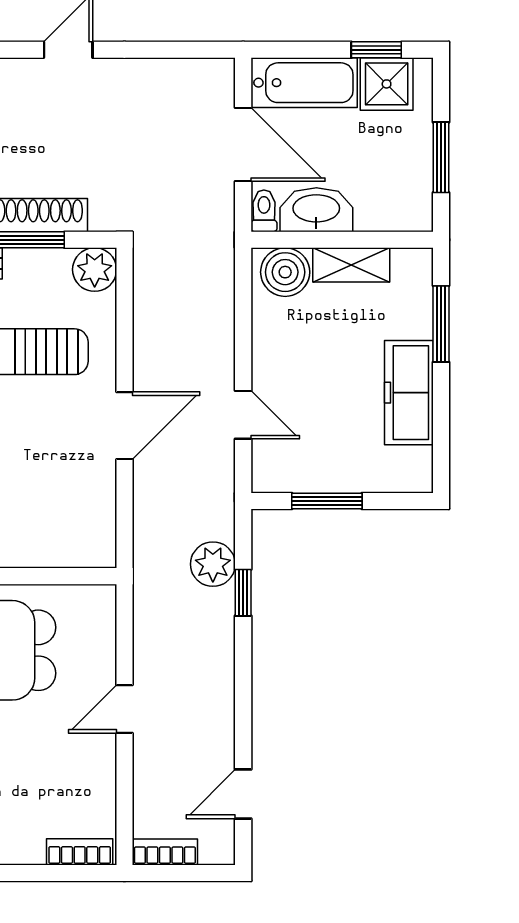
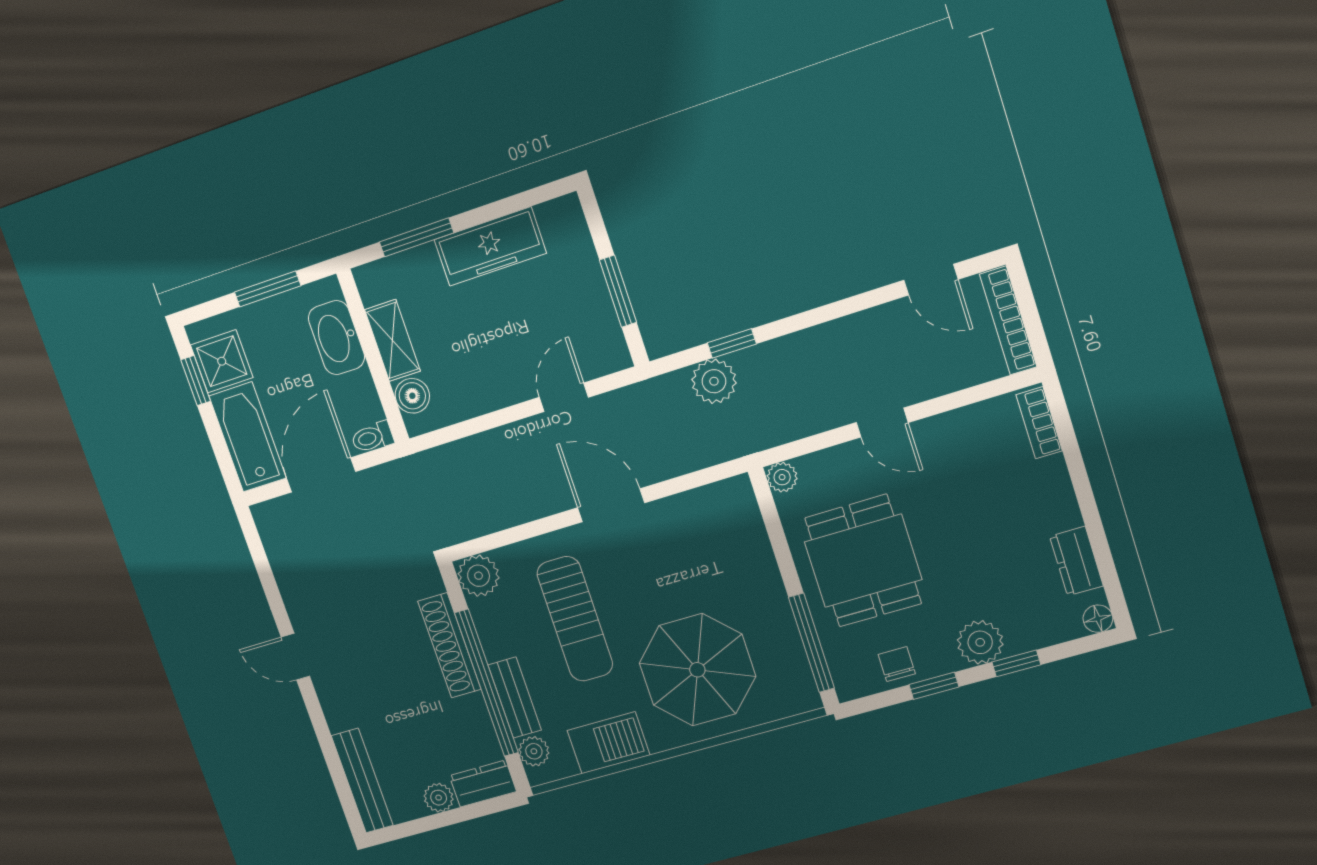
washbasin: (316, 210) -> (336, 338), moved
boiler: (285, 272) -> (412, 396), width x0.73, depth x0.73
plant: (101, 599) -> (782, 477), added
bookcase: (165, 852) -> (1008, 321), width x1.56

